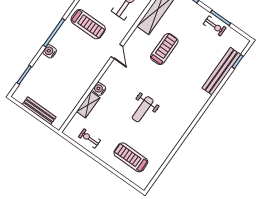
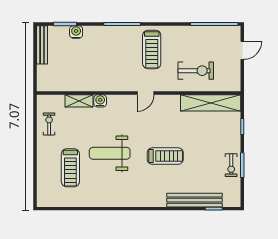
treadmill: (164, 49) -> (165, 156), moved
water cooler: (50, 51) -> (76, 32), moved
weight bench: (143, 109) -> (110, 153), width x1.36, depth x1.33
bench: (39, 111) -> (42, 45), moved
treadmill: (131, 157) -> (70, 168), moved, turned 180

